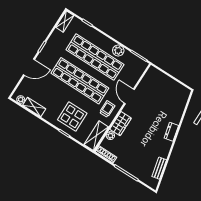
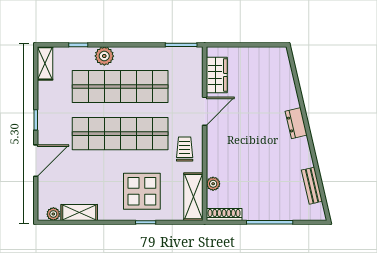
plant: (118, 50) -> (104, 56), moved
door: (129, 96) -> (205, 111), swing flipped
wardrobe: (120, 124) -> (217, 75), moved

